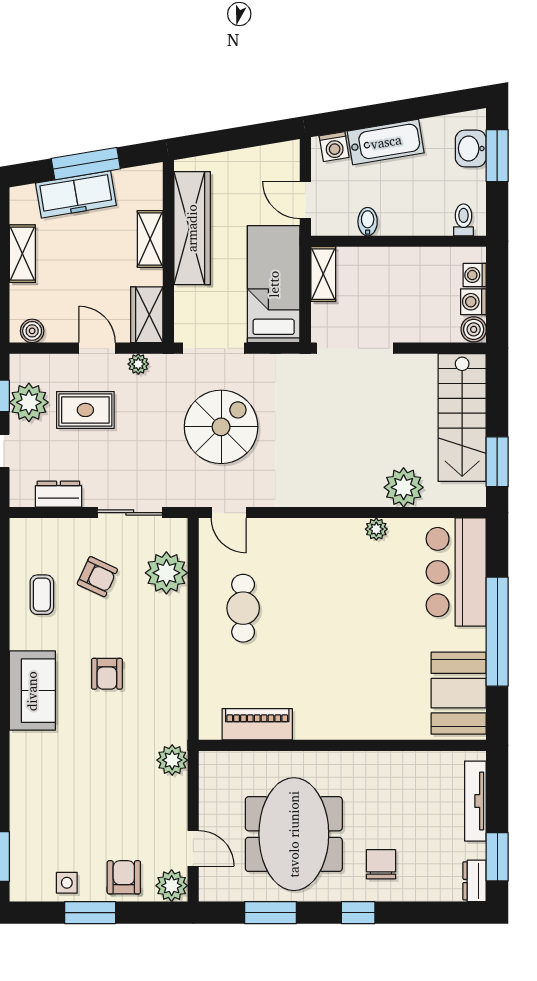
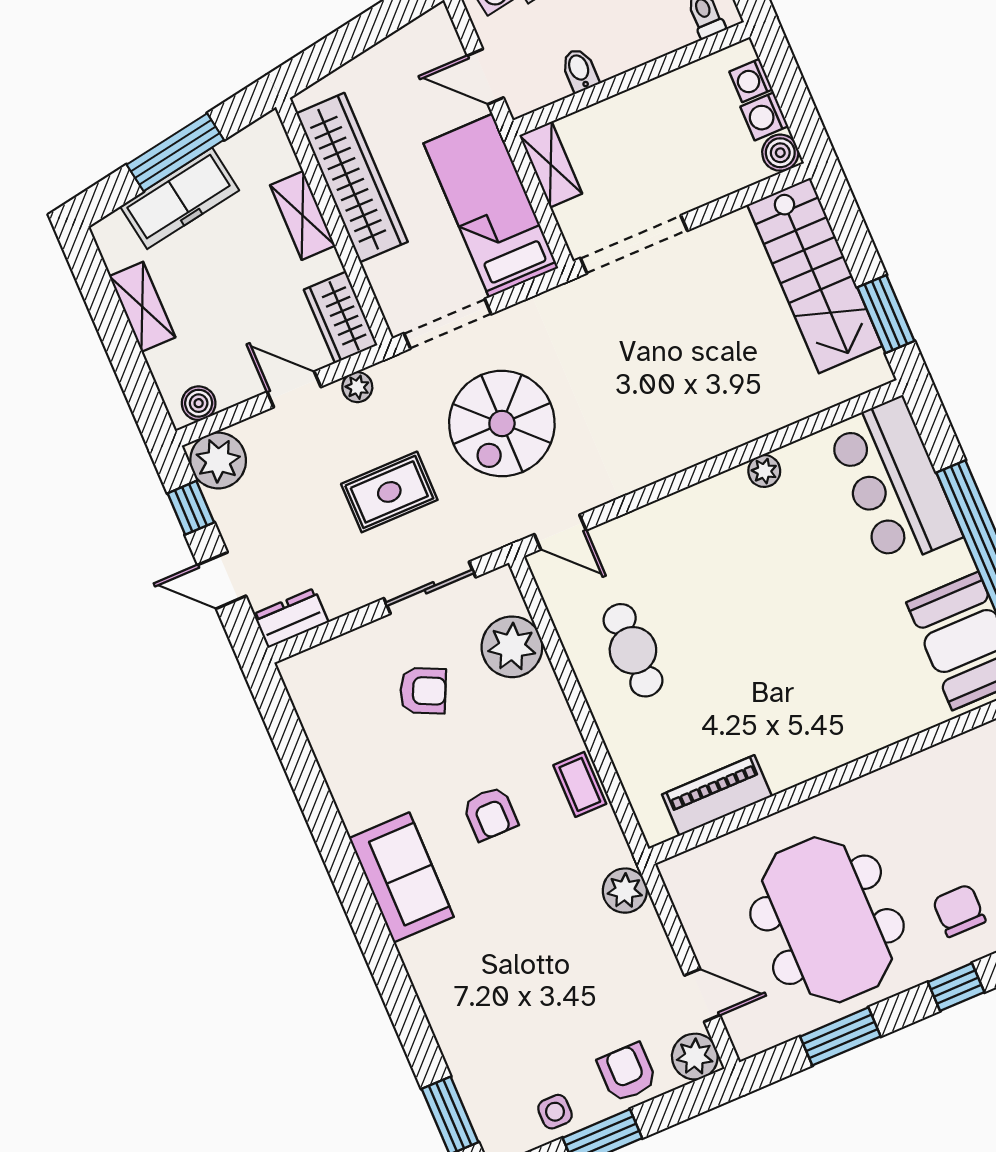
plant: (29, 402) -> (218, 461), moved
rug: (85, 410) -> (389, 492), moved
spiral stairs: (221, 427) -> (502, 423), turned 180
plant: (404, 487) -> (777, 400), removed
dresser: (58, 494) -> (291, 618), moved
coffee table: (42, 595) -> (580, 784), moved

